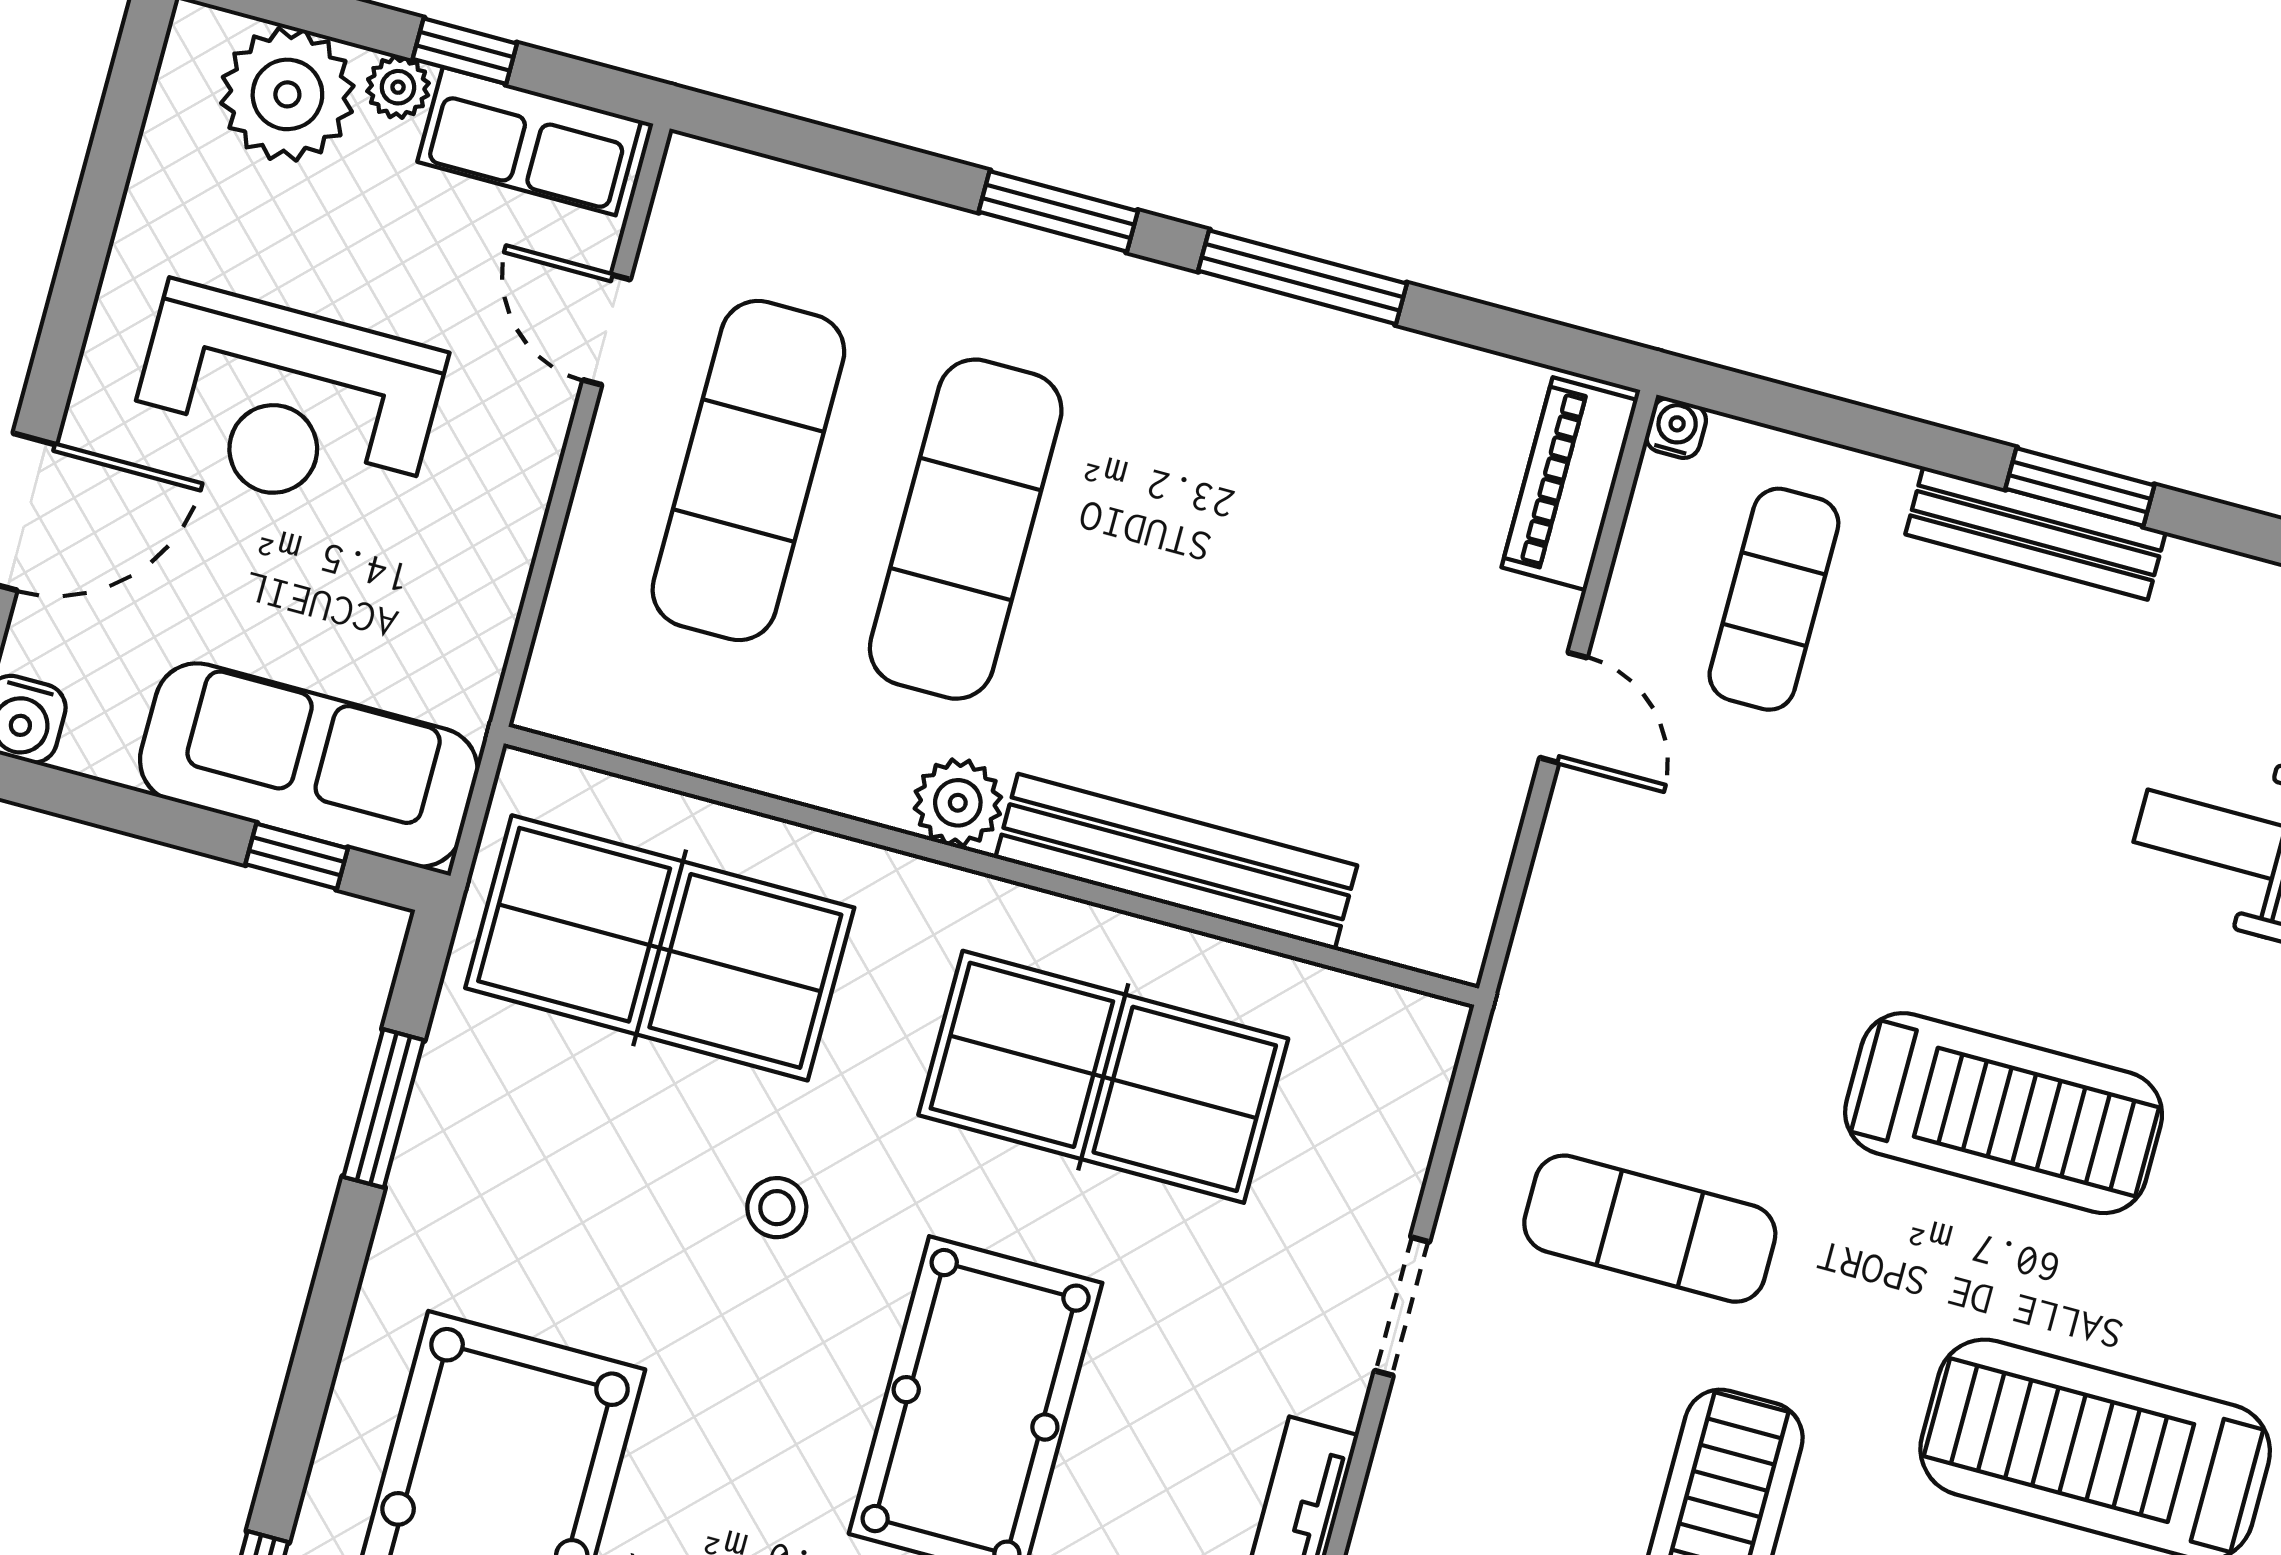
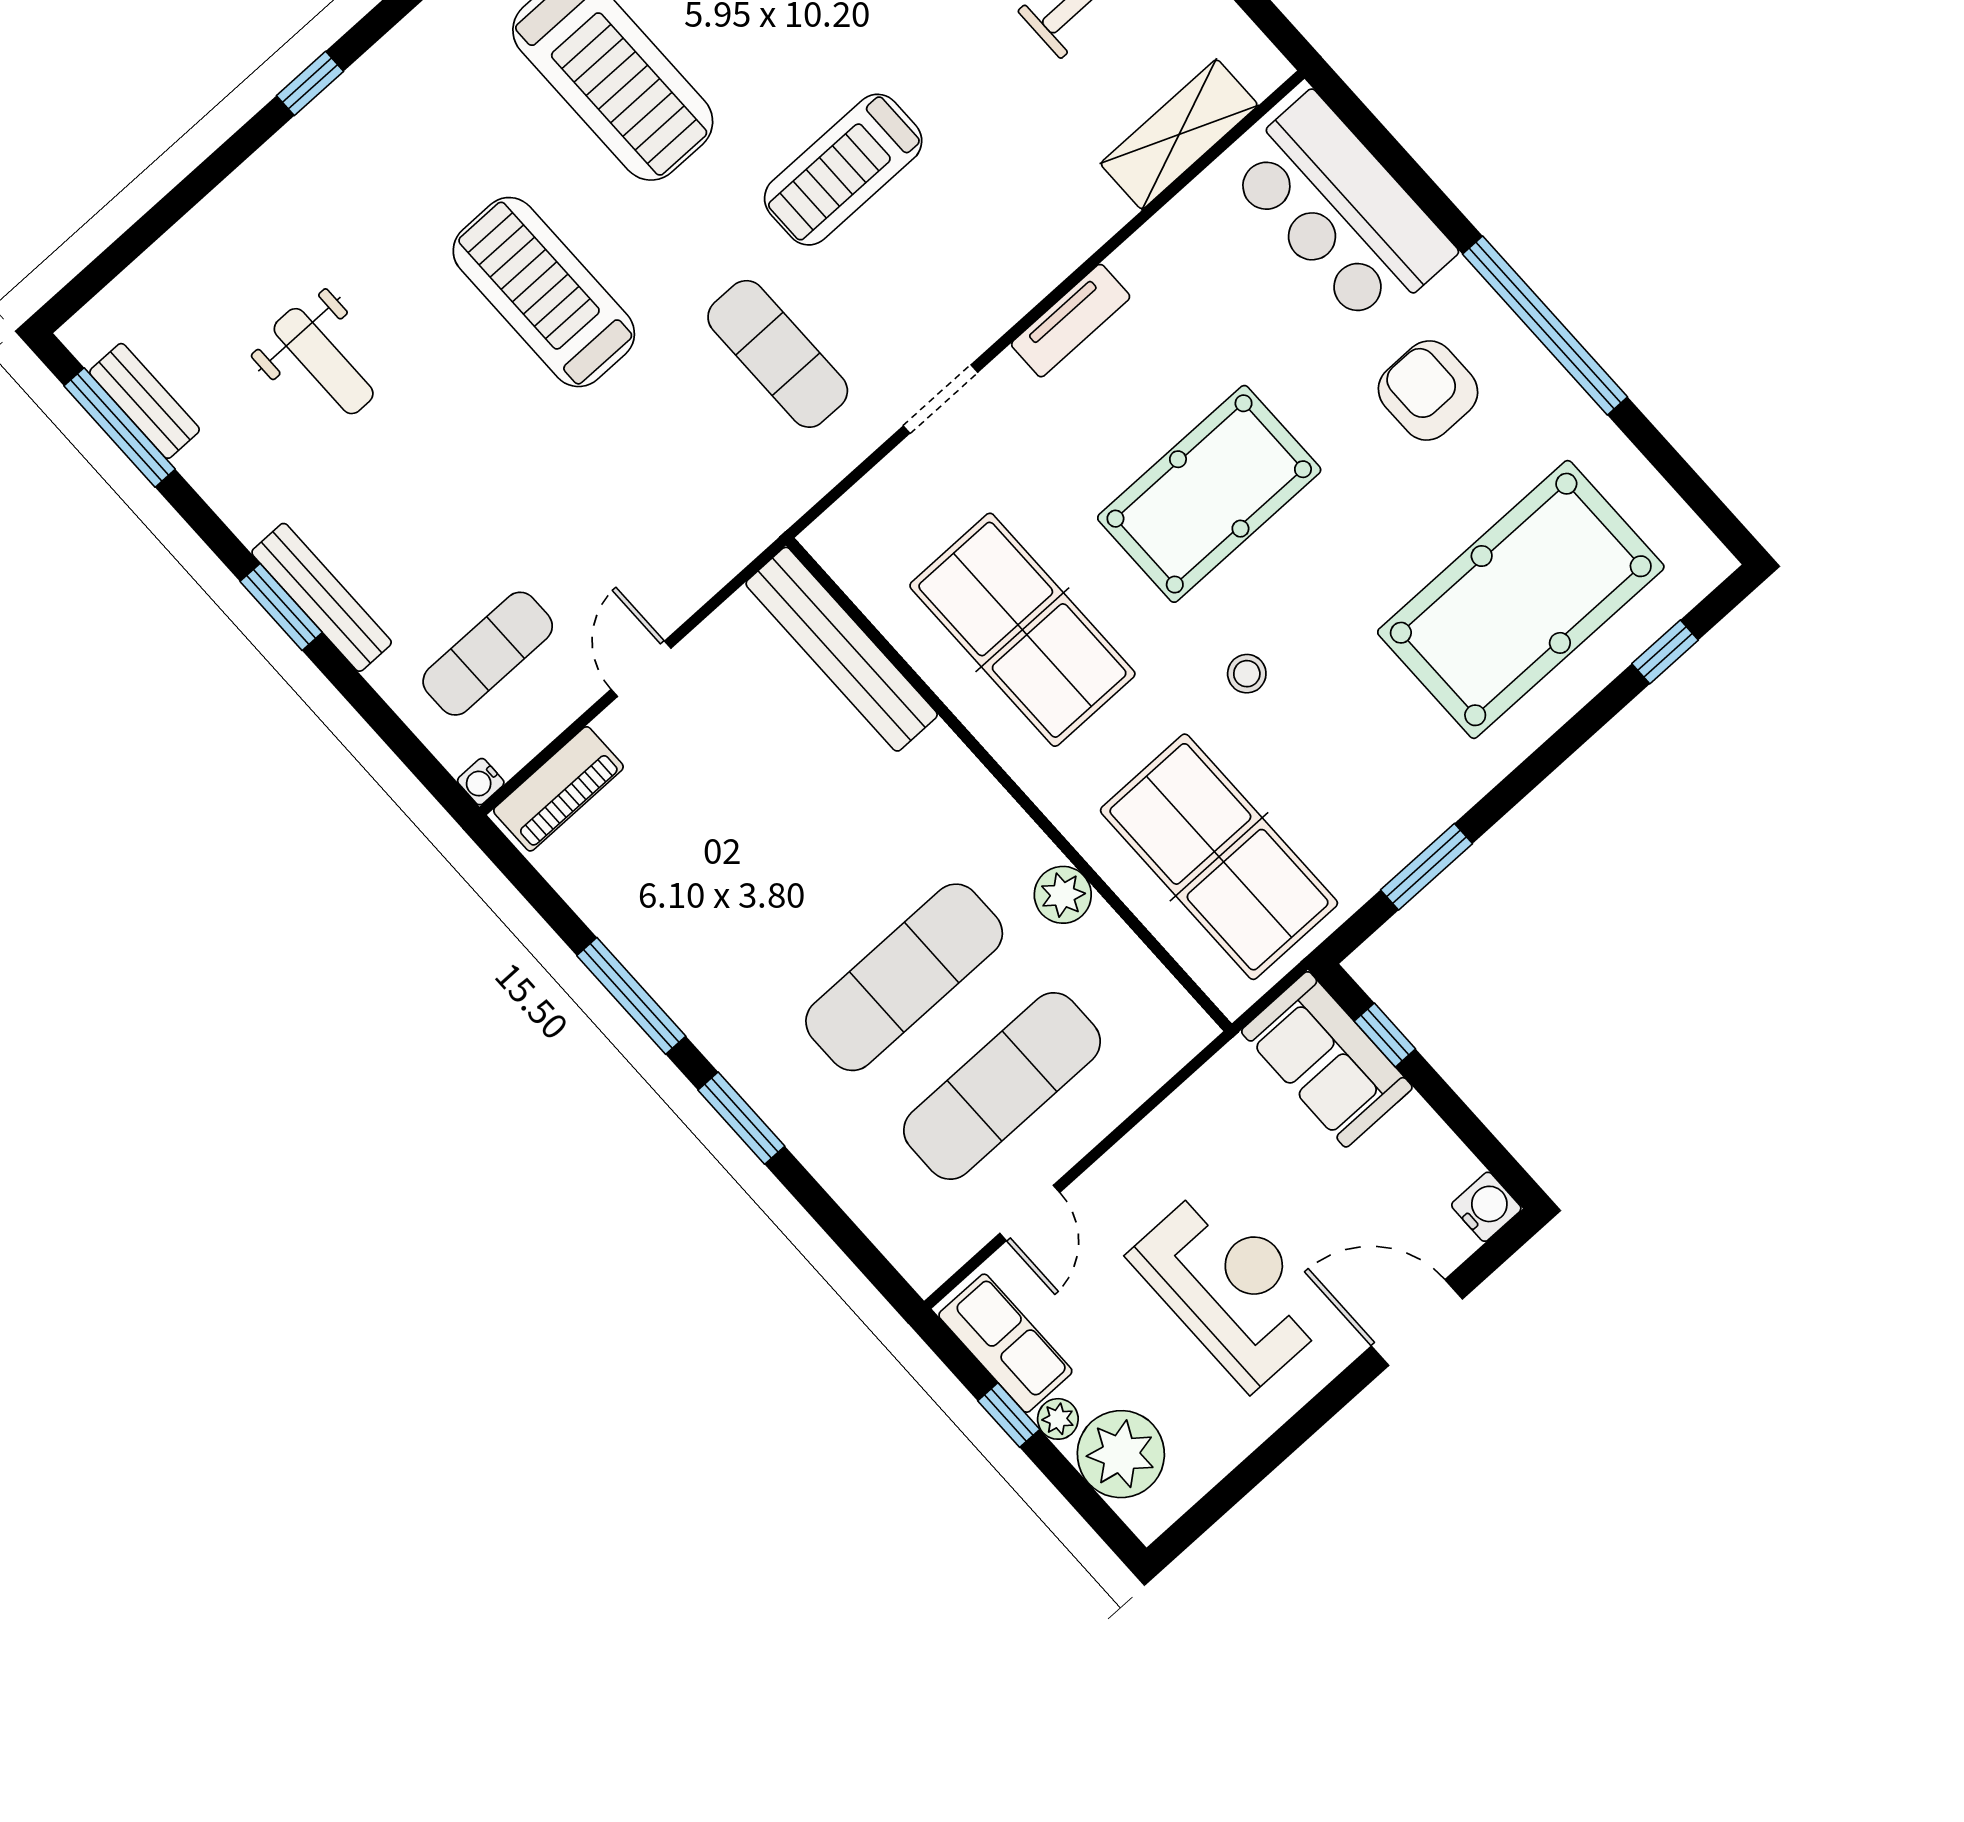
sofa: (309, 765) -> (1327, 1059), width x0.73
plant: (958, 803) -> (1063, 895), moved
bench: (1176, 862) -> (842, 649), moved

